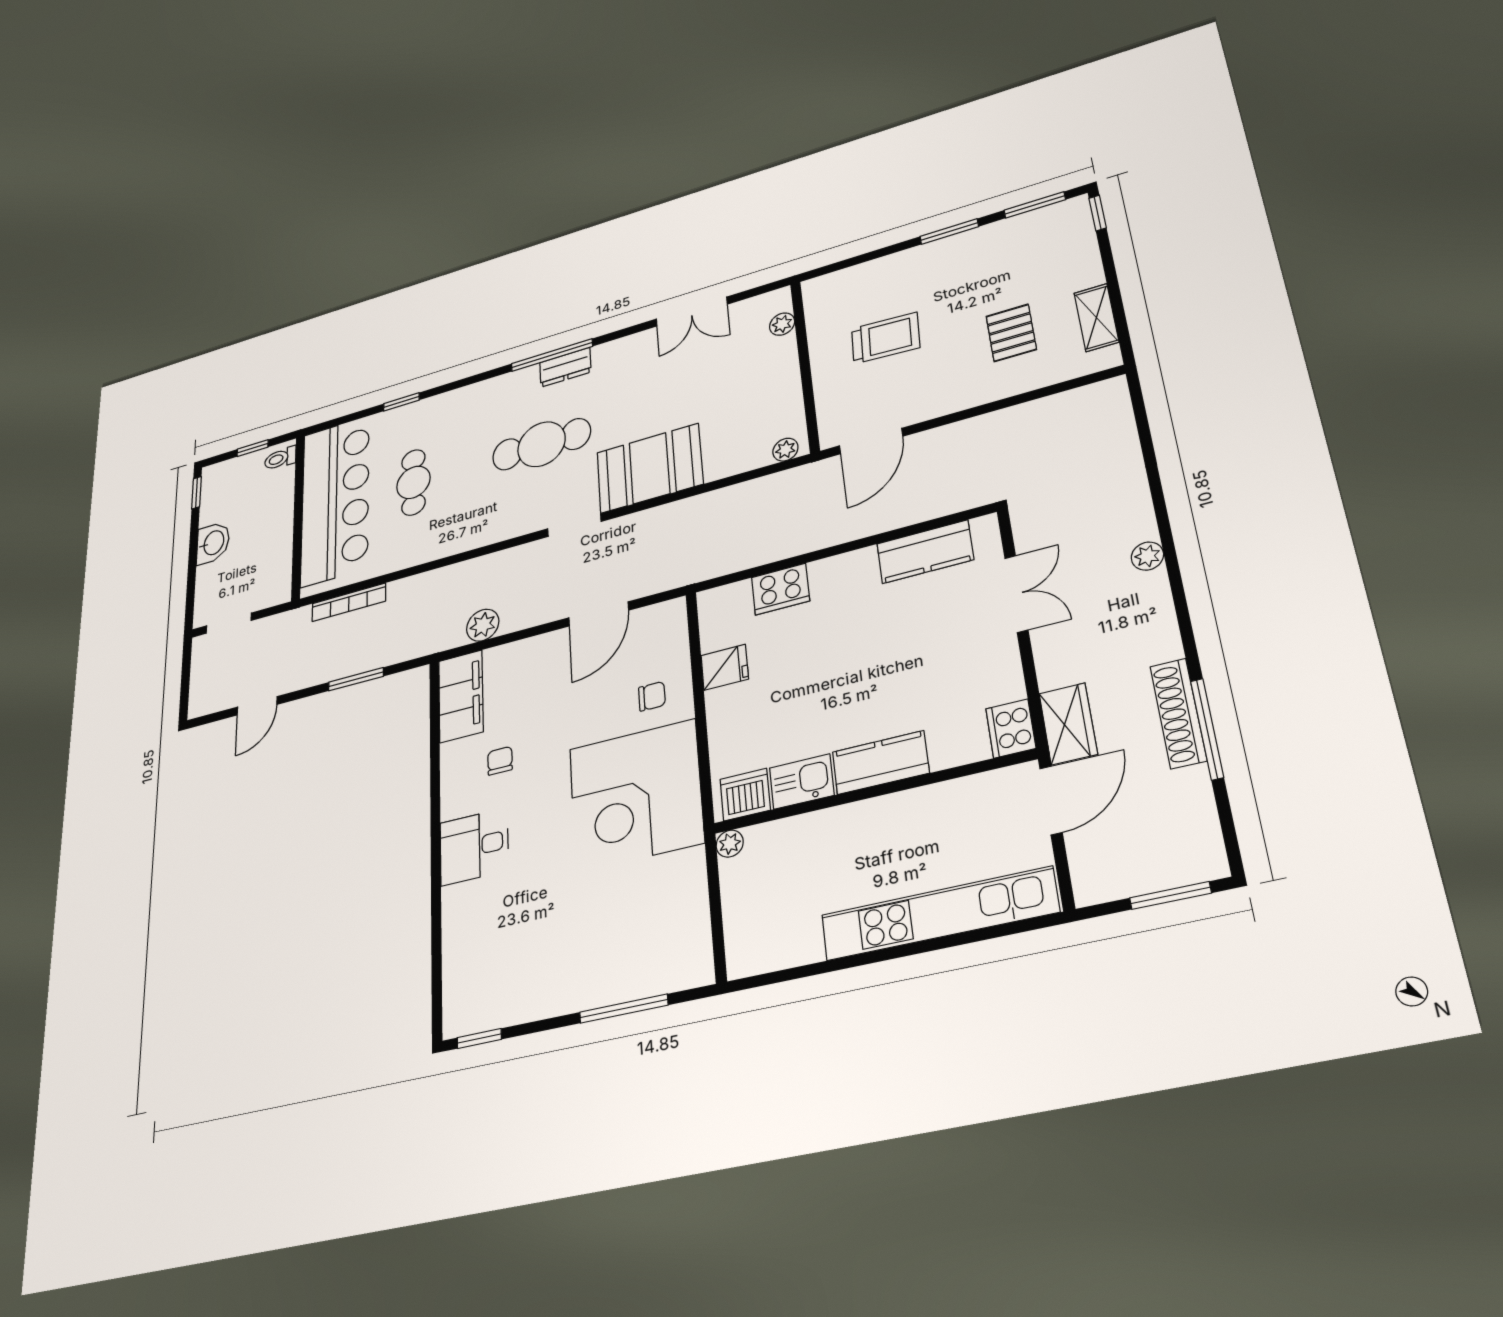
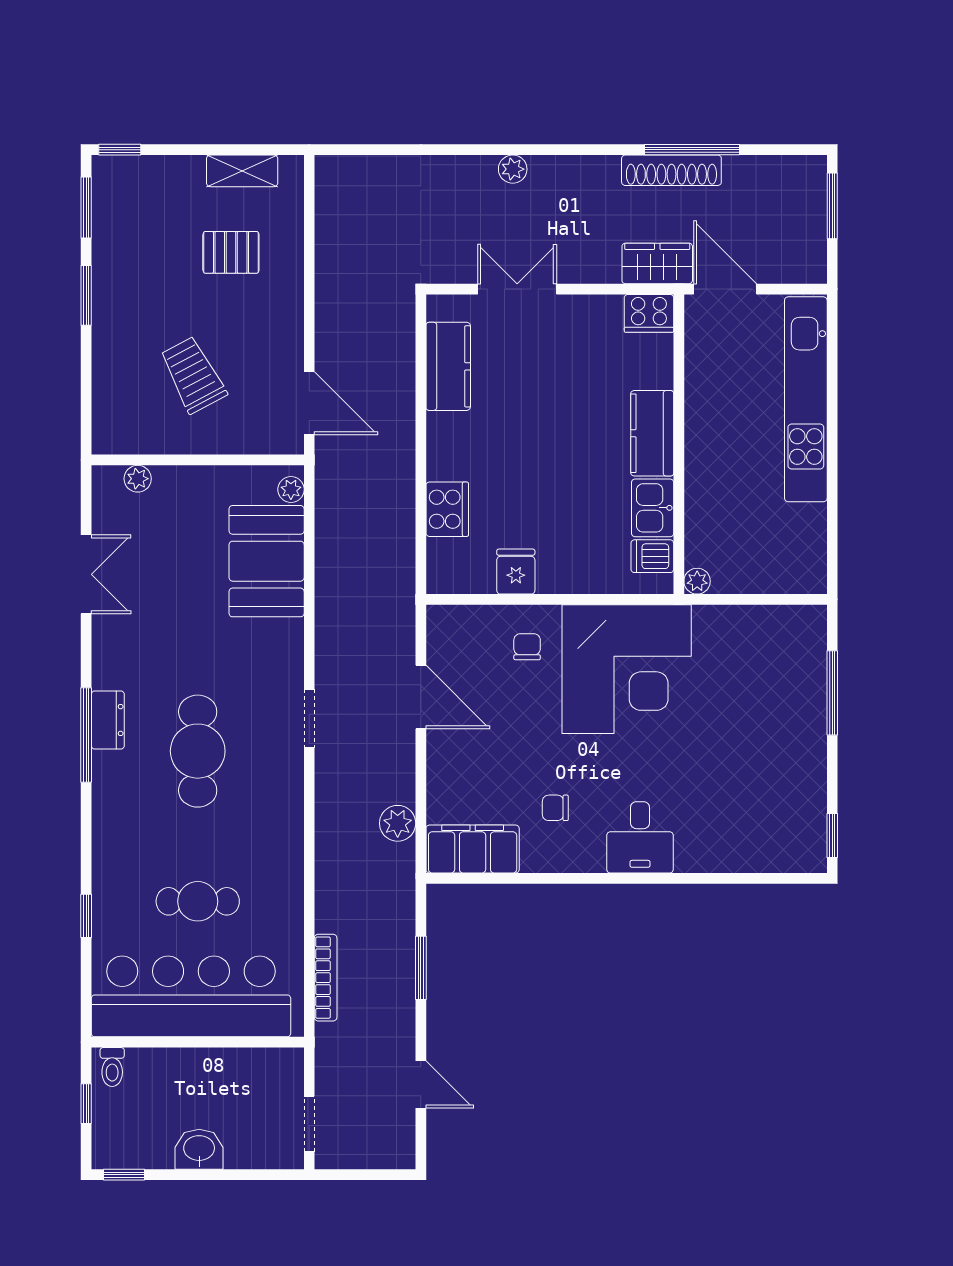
trolley: (885, 338) -> (193, 375), turned -31
booth: (650, 468) -> (267, 561), moved
dishwasher: (745, 795) -> (652, 556), width x0.73

